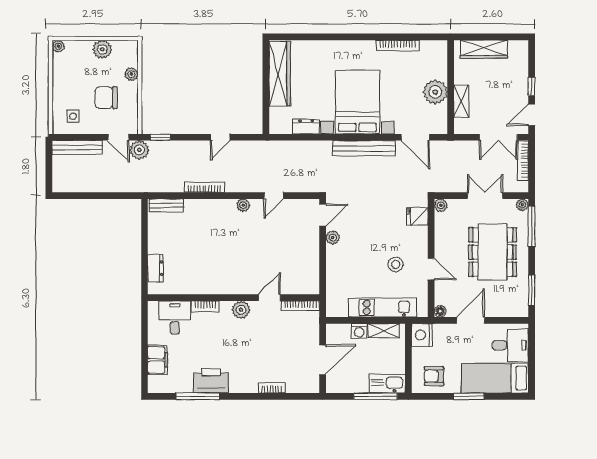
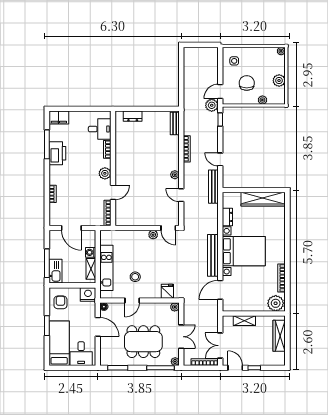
plant: (435, 92) -> (276, 303), moved
bench: (77, 148) -> (213, 187), moved
door: (269, 298) -> (113, 192), hinge flipped
filing cabinet: (158, 360) -> (59, 118), moved

